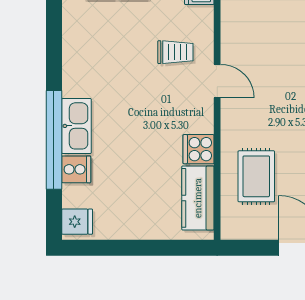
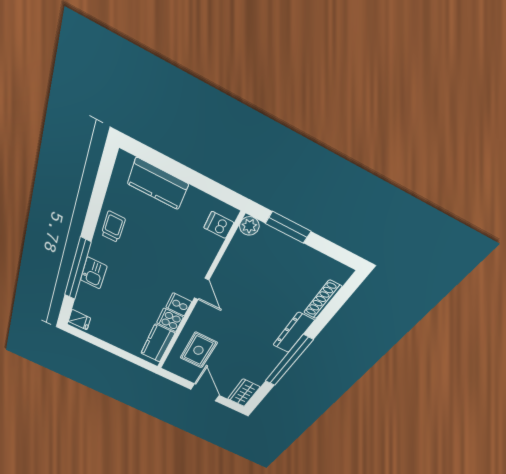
trolley: (175, 52) -> (113, 227), moved, turned -90
kitchen sink: (76, 126) -> (94, 273), width x0.73
cooker: (76, 169) -> (179, 304), moved, turned 180

